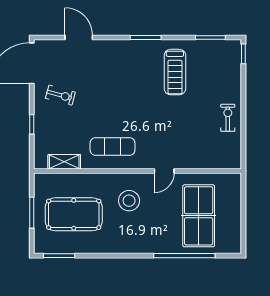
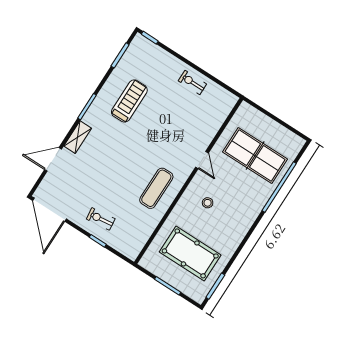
treadmill: (175, 72) -> (129, 101), turned -90
exercise bike: (60, 95) -> (101, 219), moved, turned -112
shelving: (64, 162) -> (78, 137), moved
stool: (129, 201) -> (208, 203), width x0.53, depth x0.53
pool table: (74, 214) -> (190, 253), turned 90

